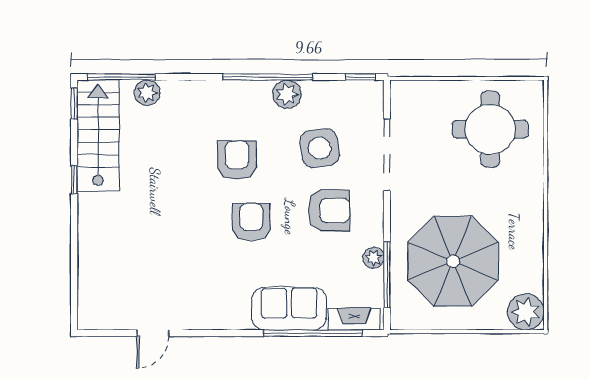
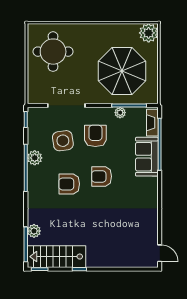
door: (153, 333) -> (160, 253), moved

